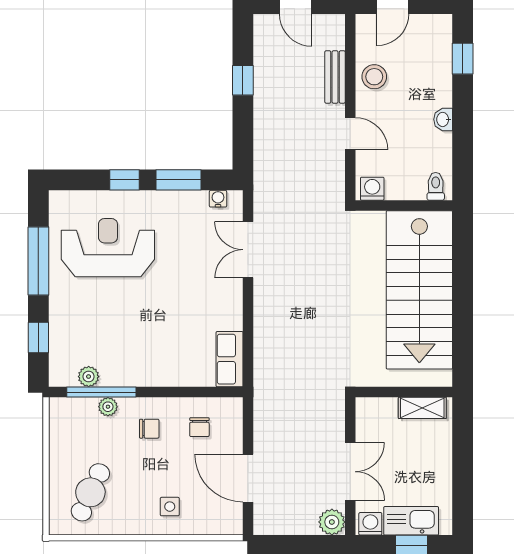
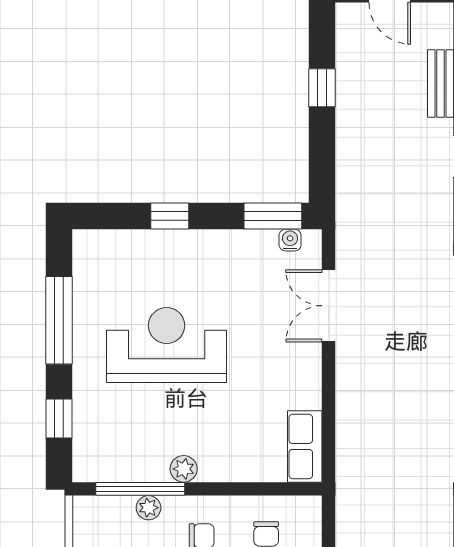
window: (179, 180) -> (273, 216), moved
reception desk: (108, 248) -> (167, 345), moved
plant: (89, 377) -> (184, 469), moved

